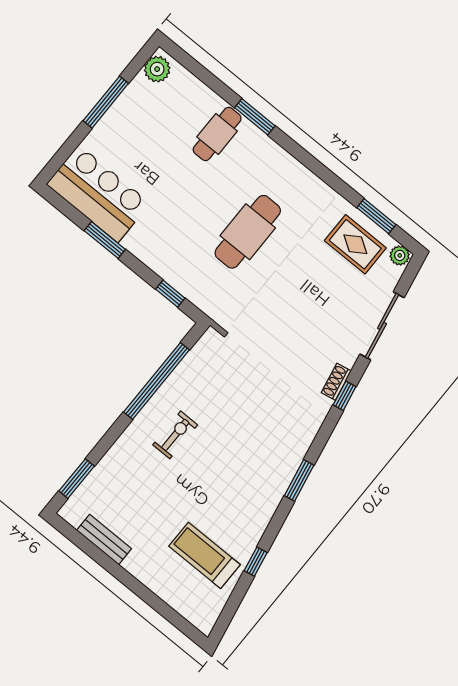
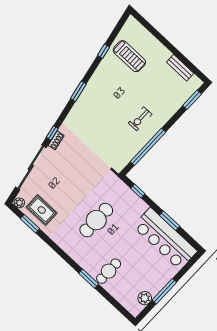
plant: (157, 69) -> (145, 298), moved
bar counter: (98, 194) -> (165, 239), width x1.36
sliding door: (382, 326) -> (31, 167), width x1.36

